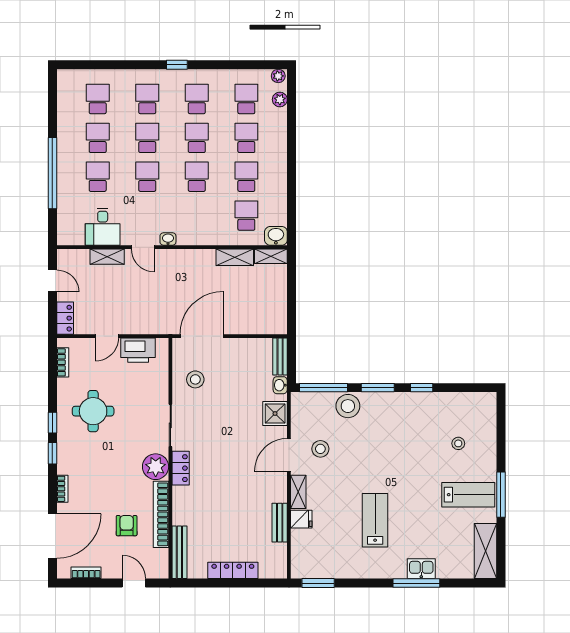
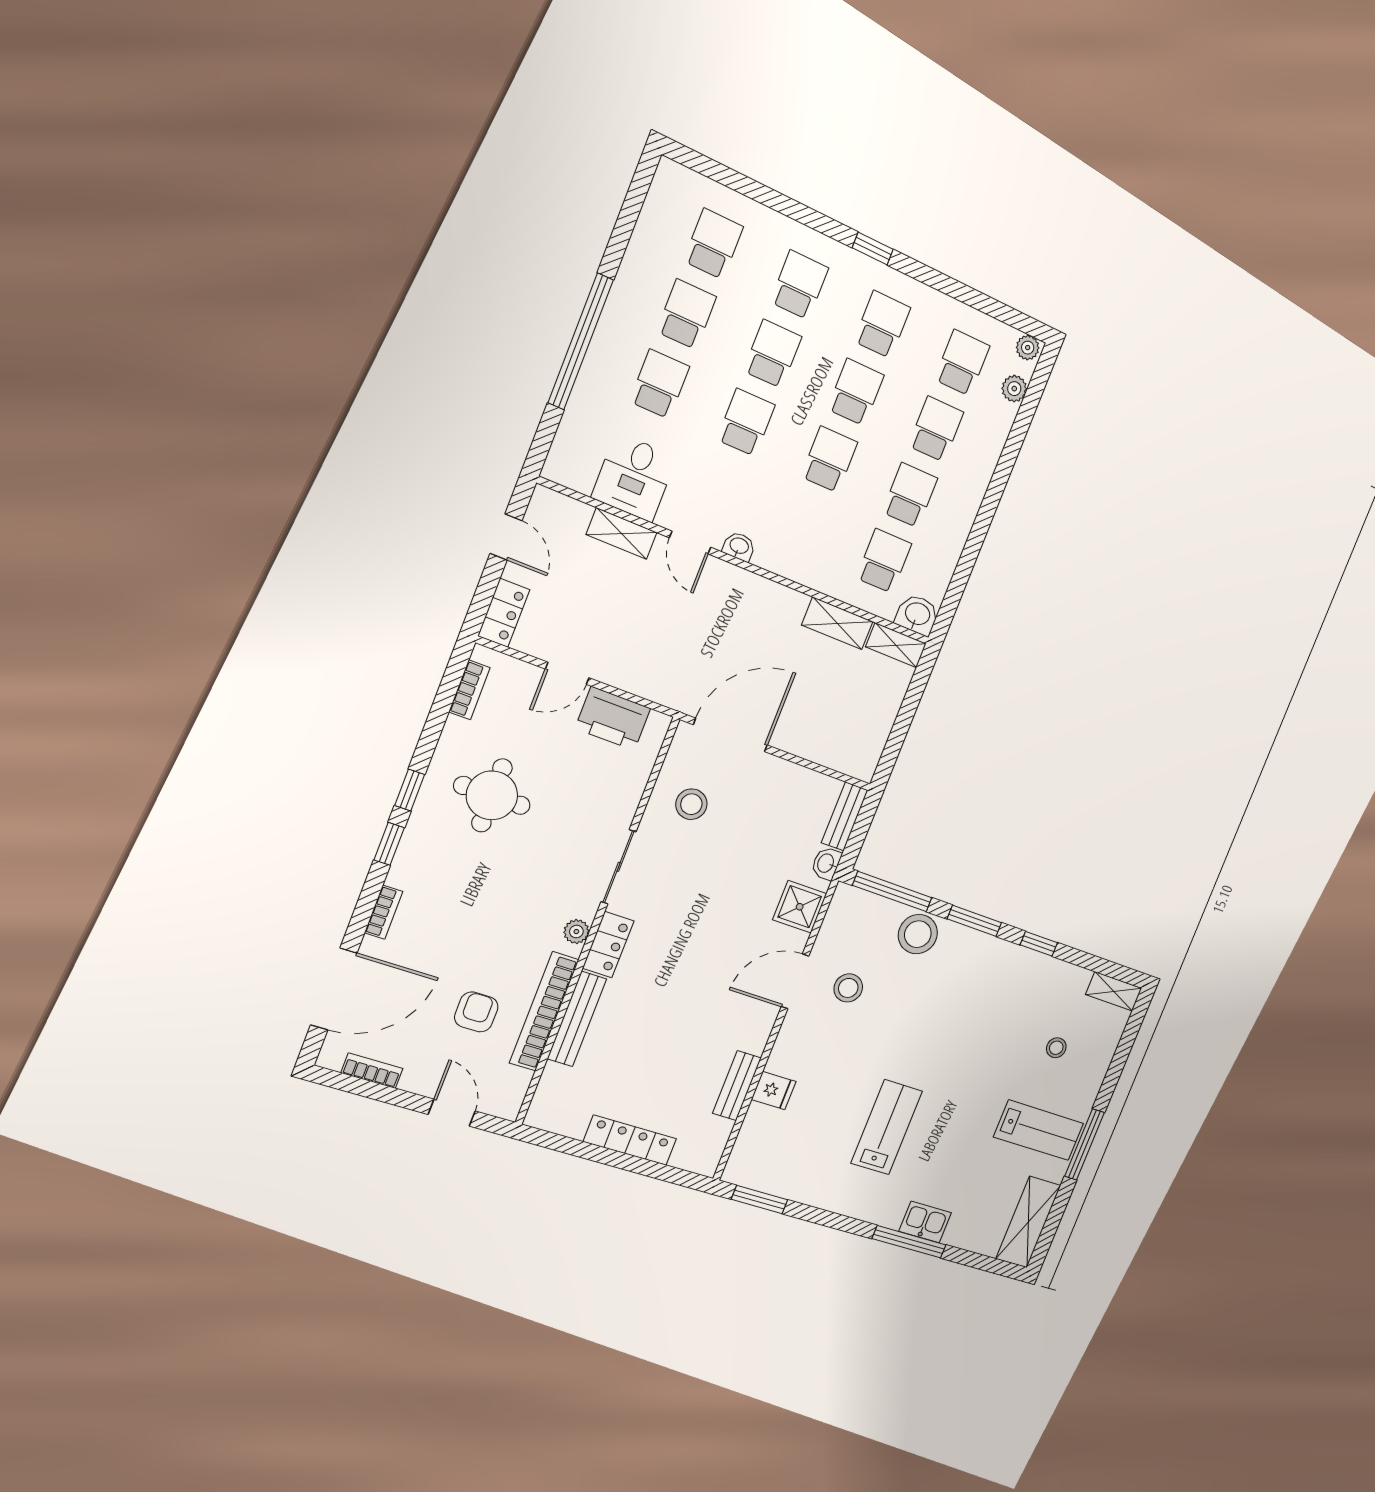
plant: (156, 467) -> (576, 932), width x0.53, depth x0.53
shelving: (298, 492) -> (1114, 991), moved, turned 90
bench: (179, 552) -> (577, 1019), moved

